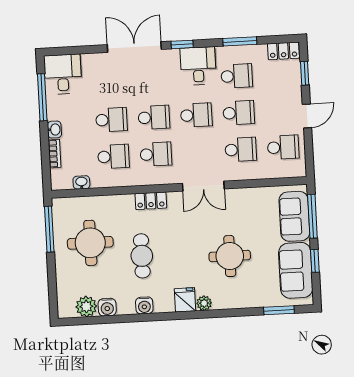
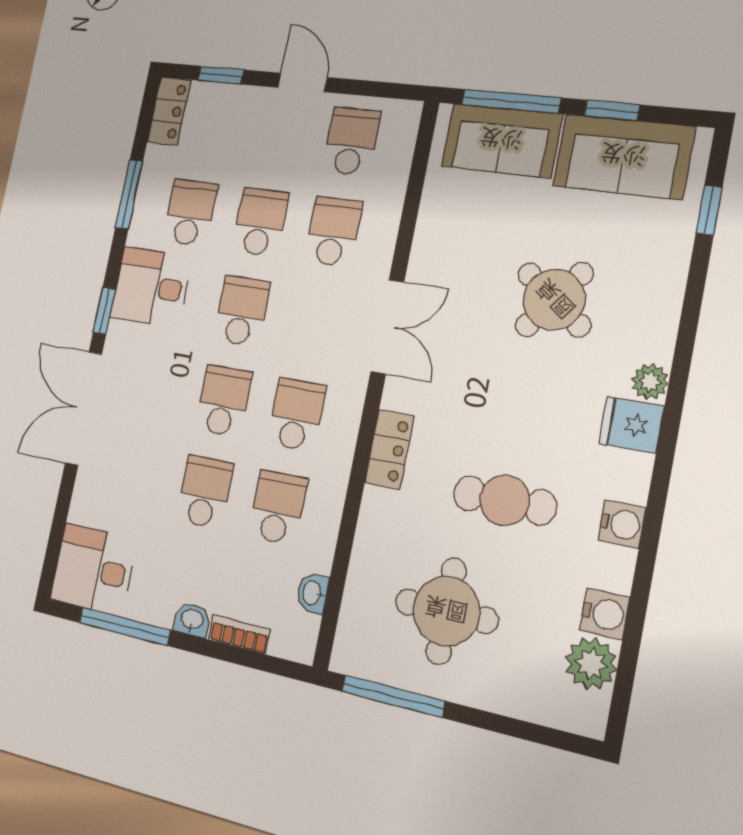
round table: (230, 256) -> (554, 300), turned 37
window: (279, 310) -> (709, 210), width x0.67

